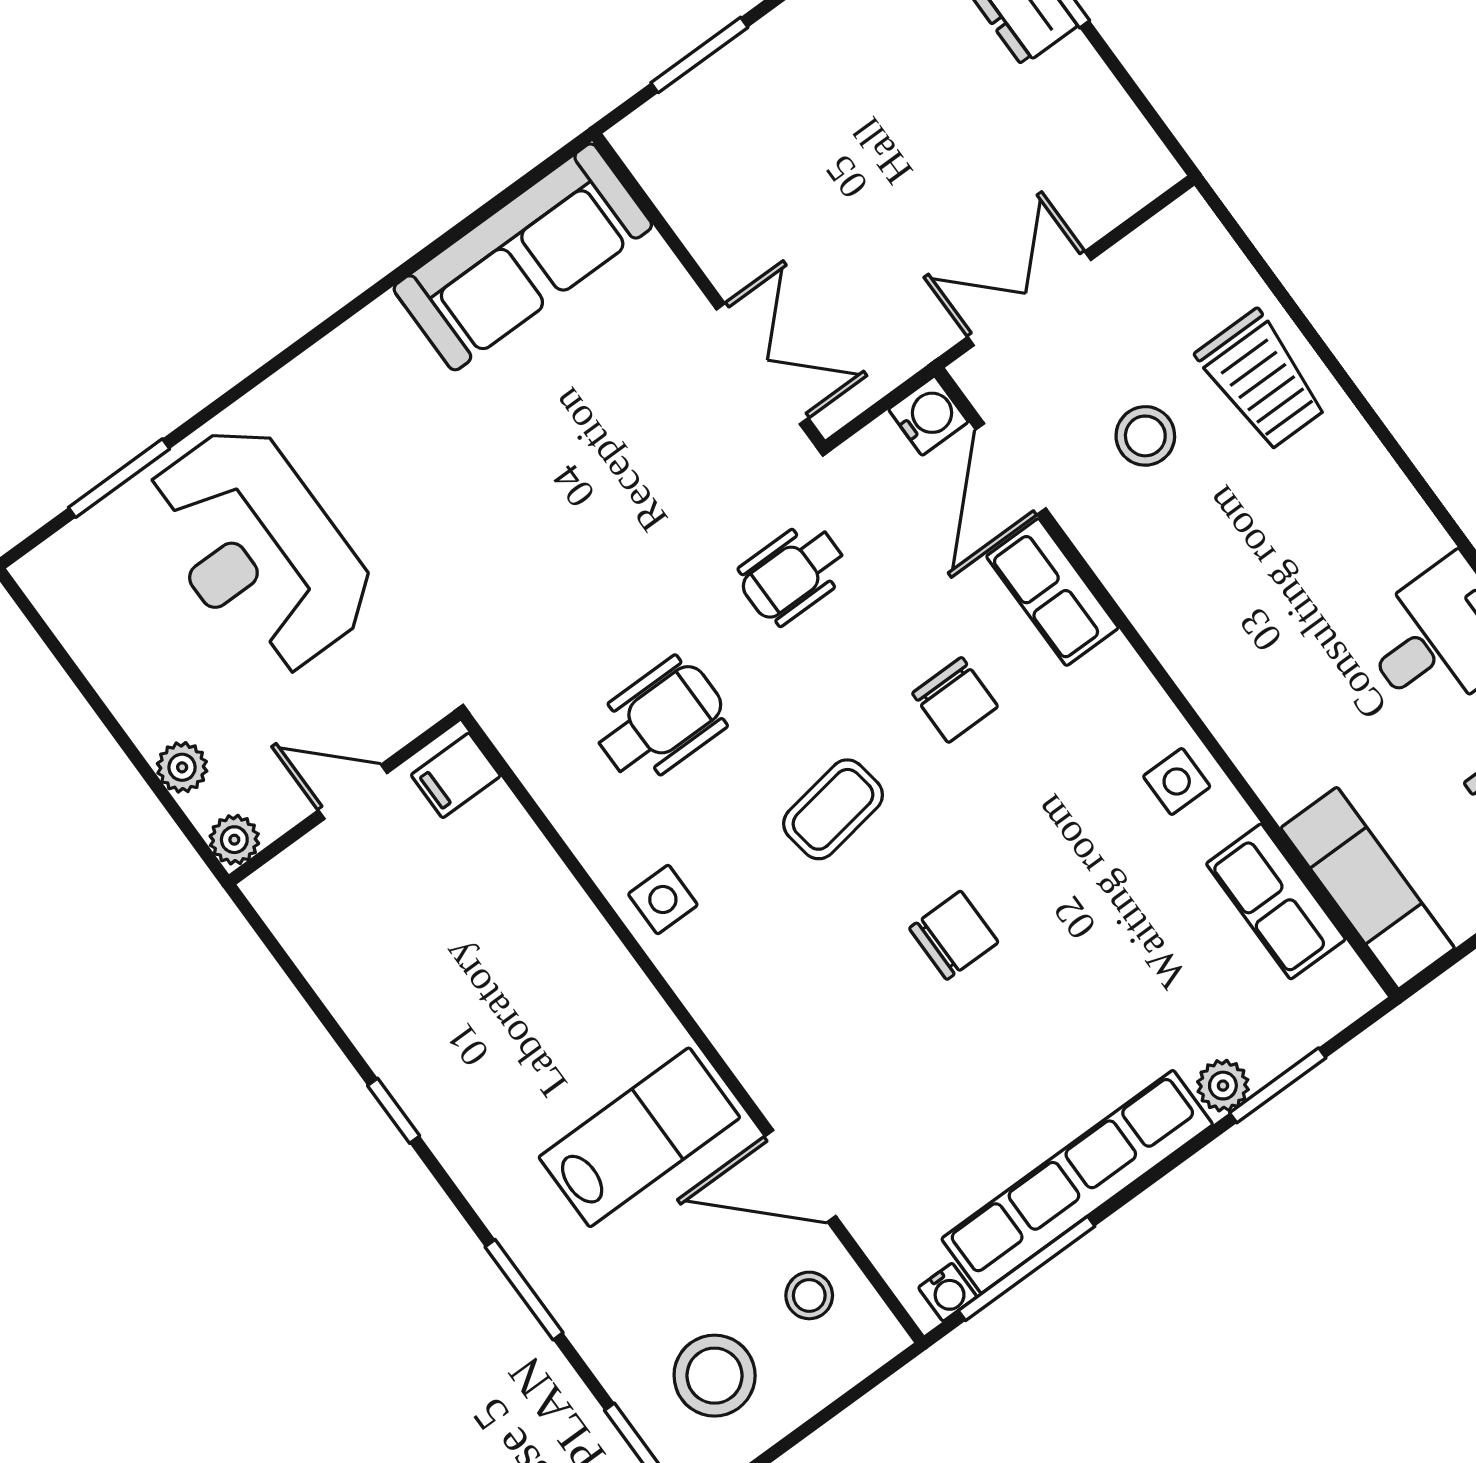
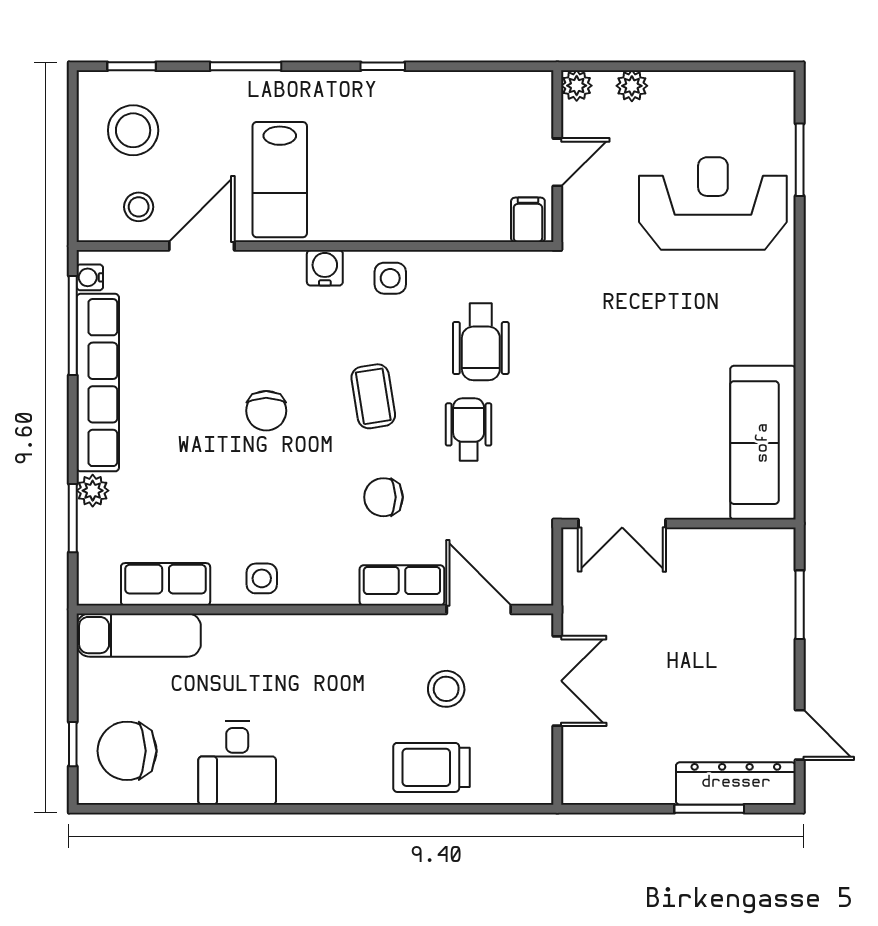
water cooler: (928, 416) -> (325, 268), moved, turned 180
wheelchair: (793, 573) -> (469, 429), moved

